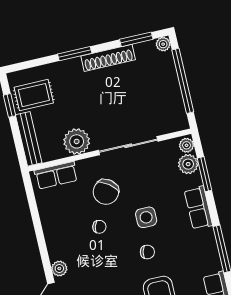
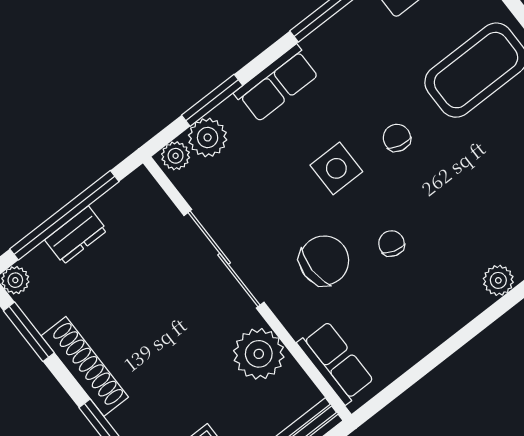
dresser: (171, 82) -> (76, 235), added
chair: (106, 192) -> (324, 261), turned -37

